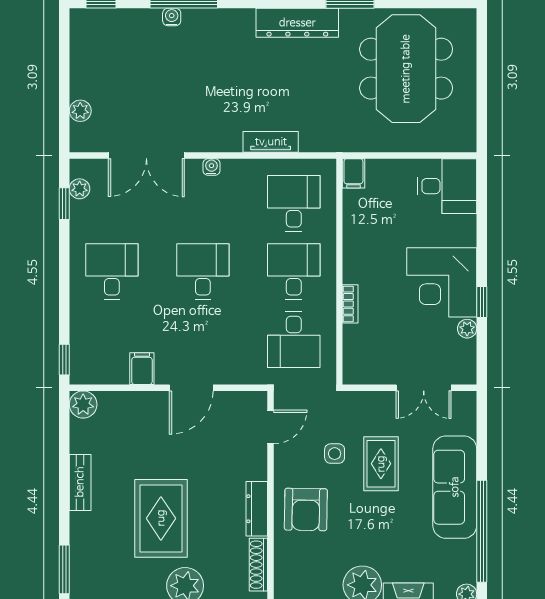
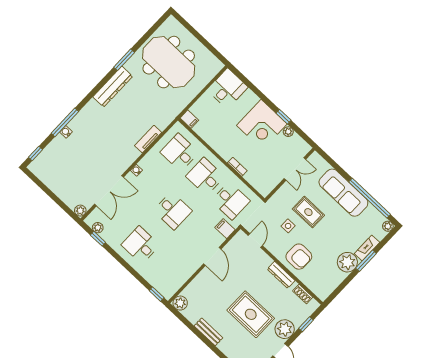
plant: (80, 111) -> (80, 211), moved
desk: (203, 272) -> (173, 211), turned 180
filing cabinet: (142, 369) -> (225, 229), moved
shoe rack: (258, 565) -> (303, 294), width x0.70

